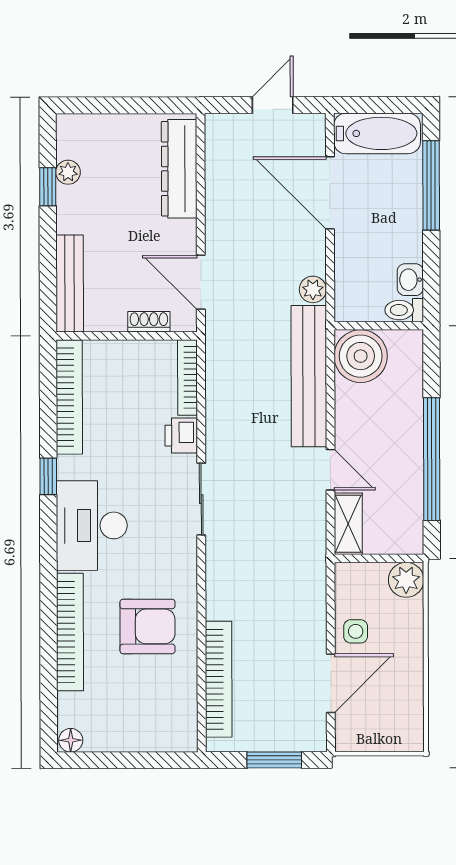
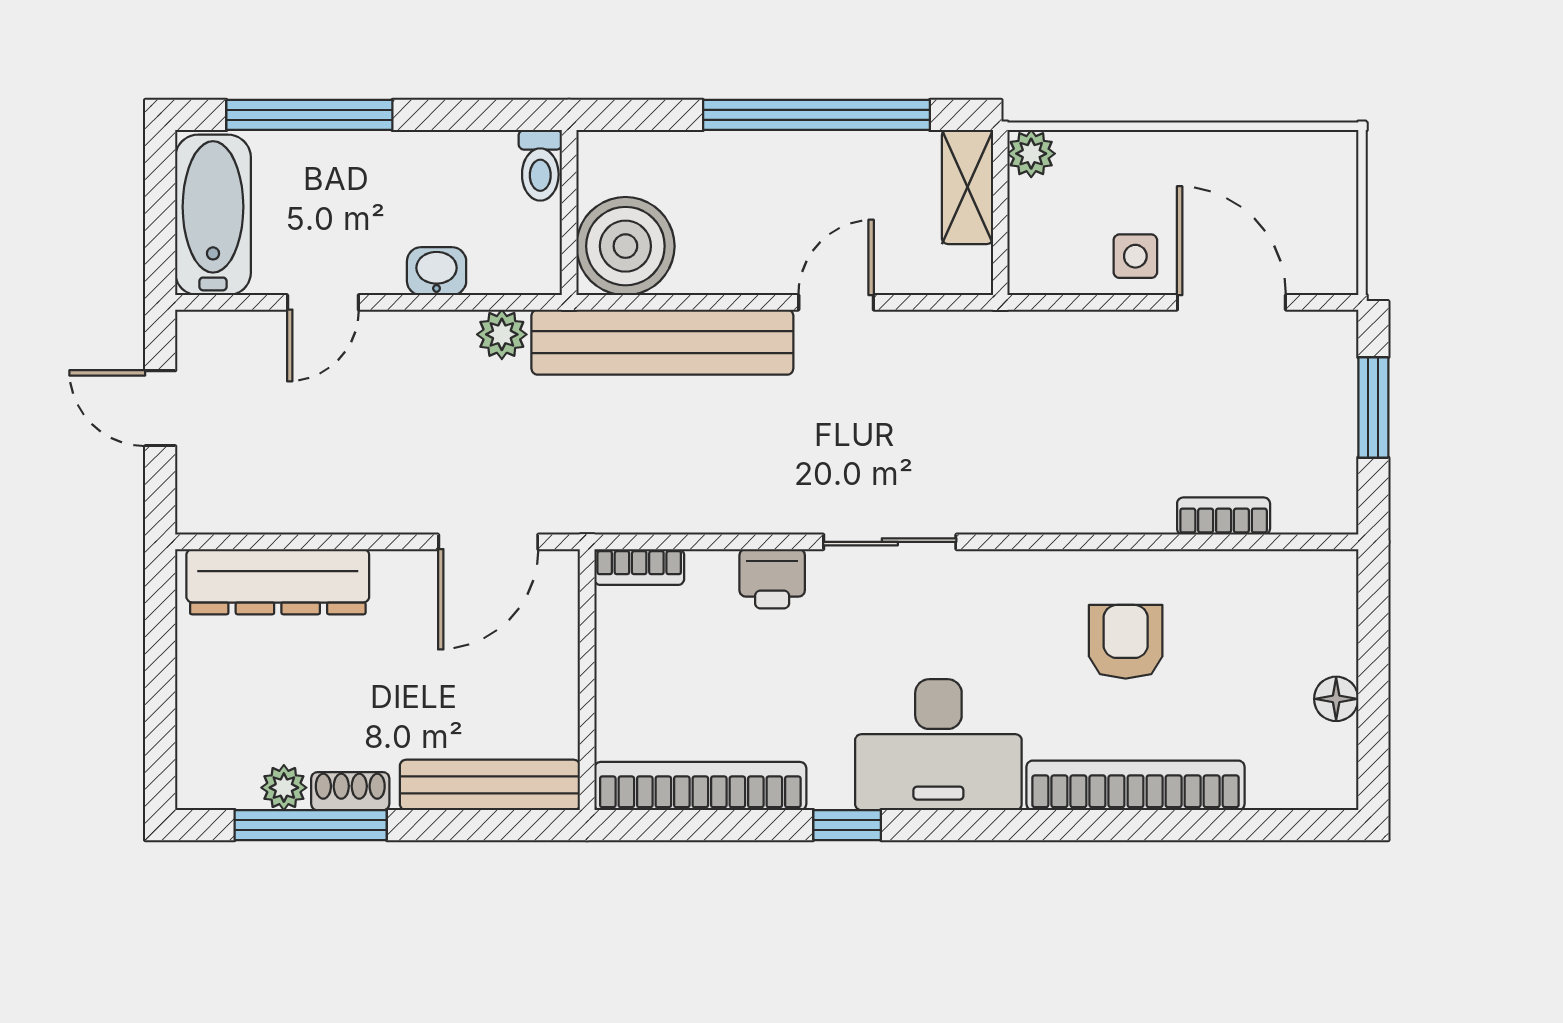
window: (48, 187) -> (311, 825), width x2.17
door: (330, 193) -> (323, 302), width x0.53
washbasin: (410, 280) -> (437, 271), moved, turned 180
shoe rack: (149, 322) -> (350, 791), moved, turned 90
bookcase: (187, 377) -> (639, 567), width x0.64
shelving: (348, 524) -> (967, 187), moved, turned 90
plant: (406, 580) -> (1031, 154), width x0.73, depth x0.73
armchair: (148, 626) -> (1126, 642), width x0.72, depth x0.72
bookcase: (219, 679) -> (1224, 516), width x0.43, depth x0.76
floor lamp: (71, 740) -> (1336, 699), moved

